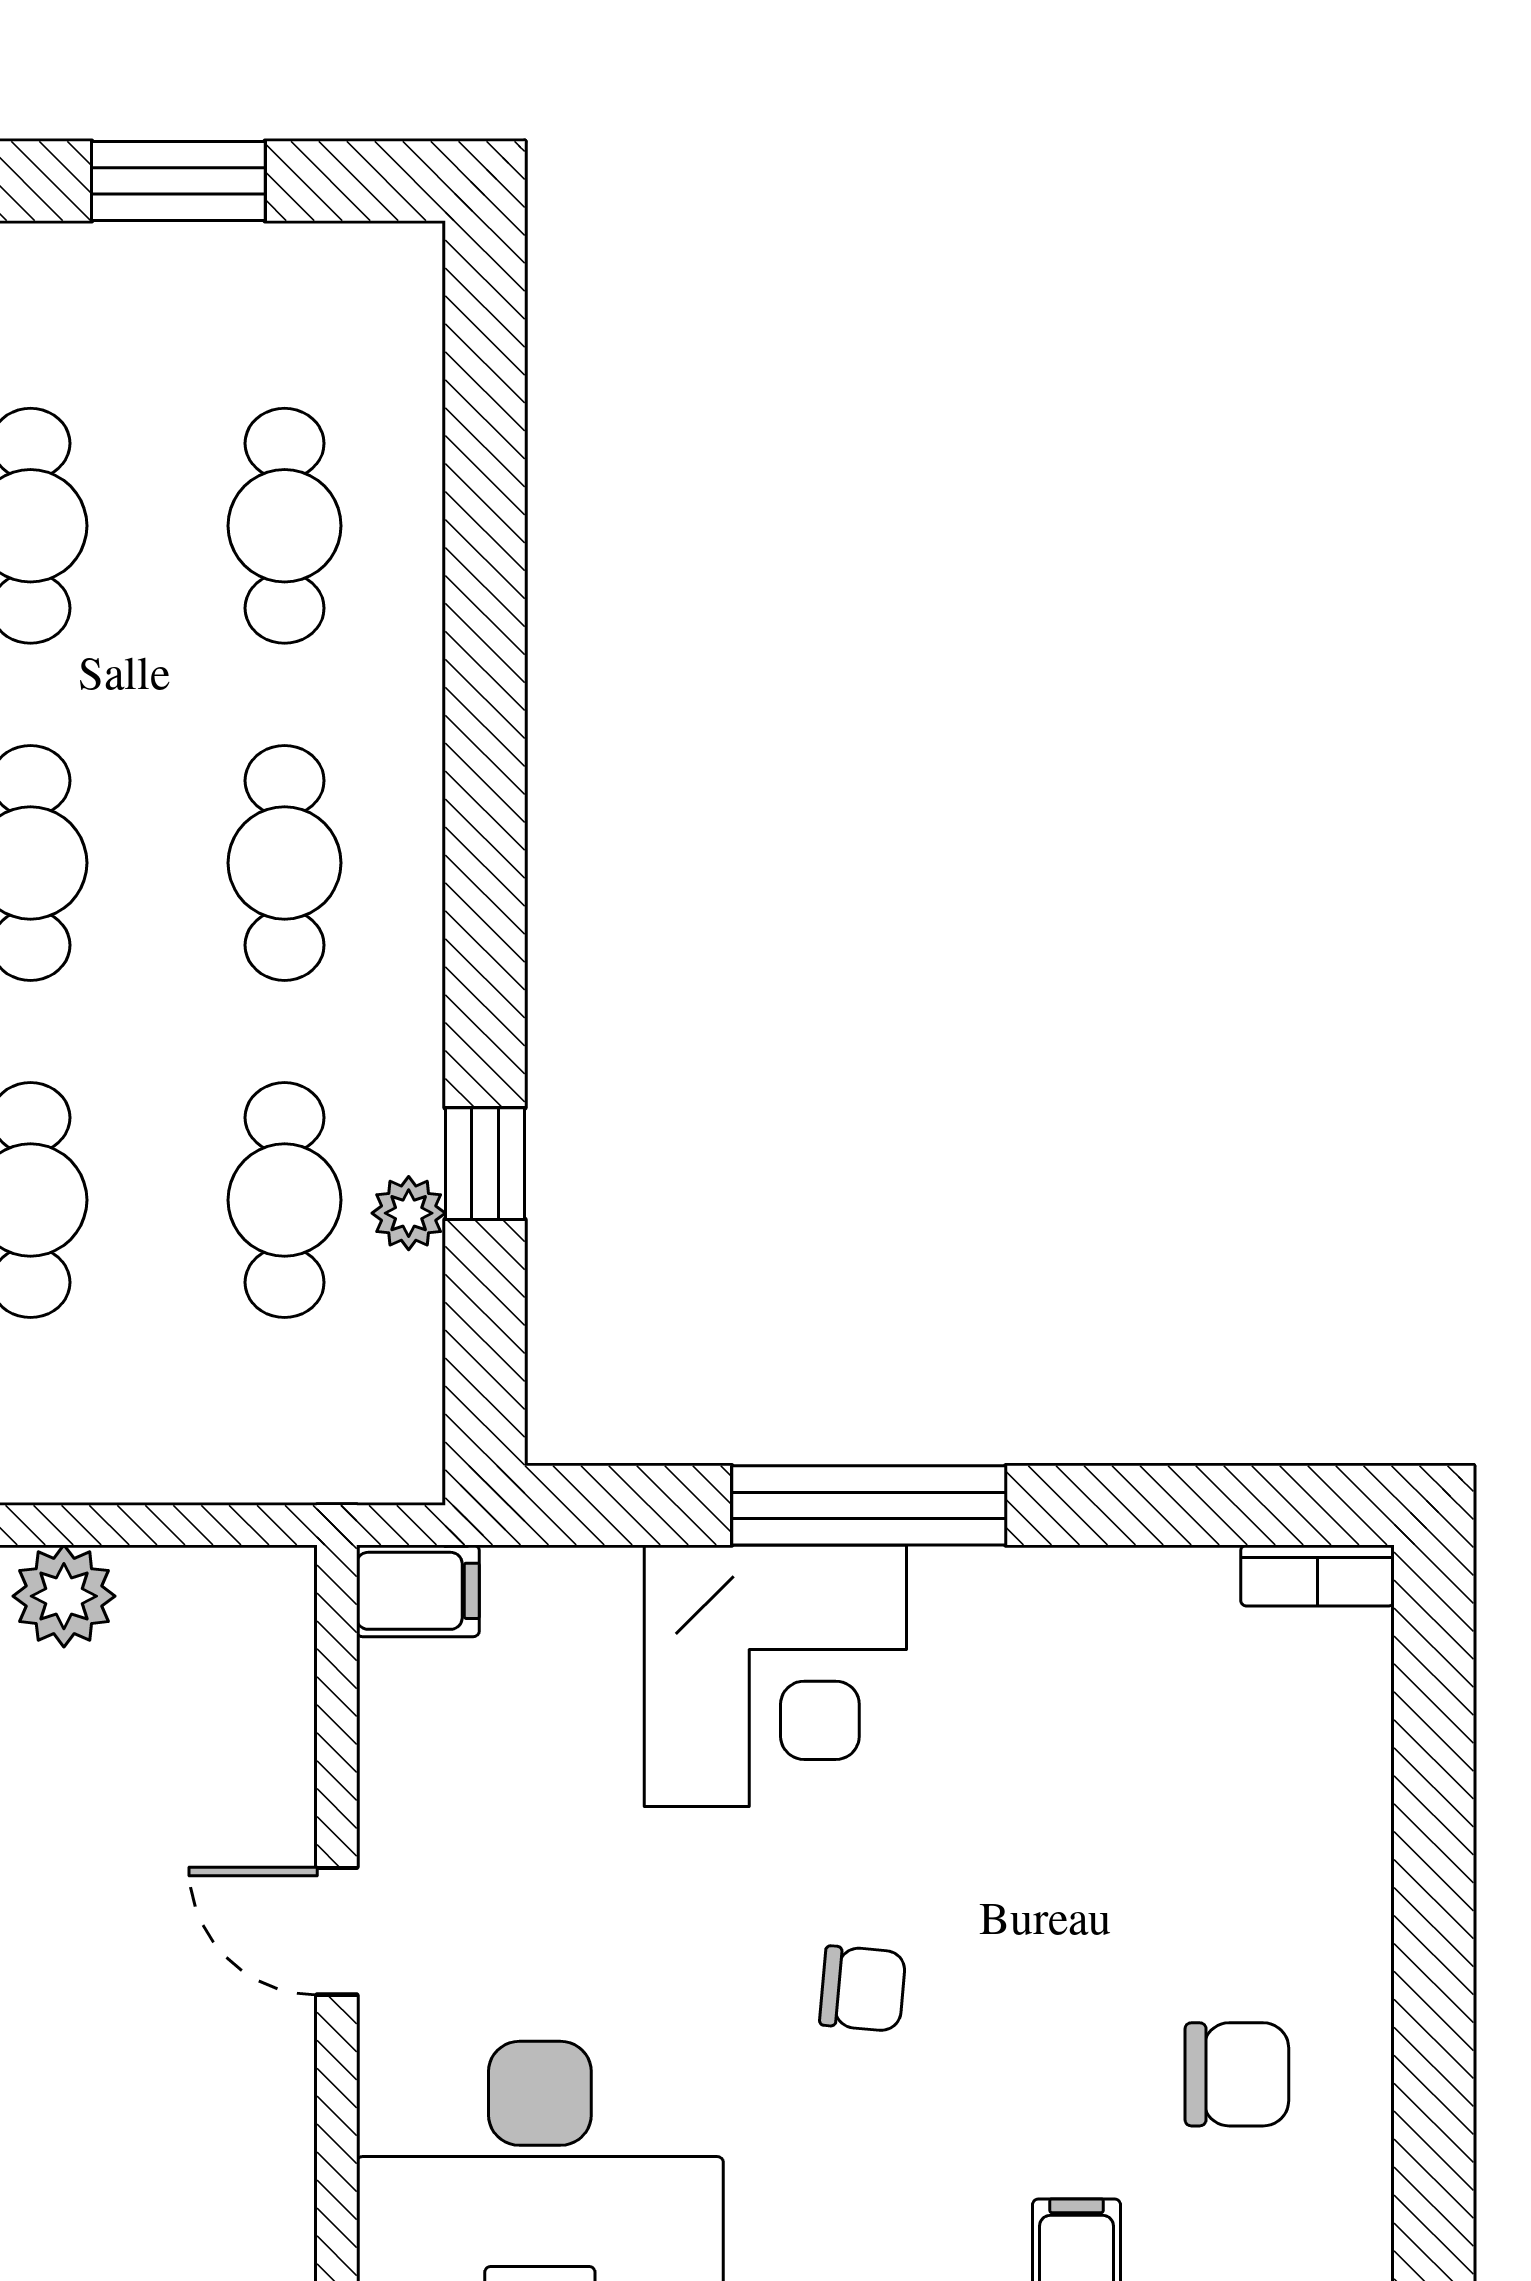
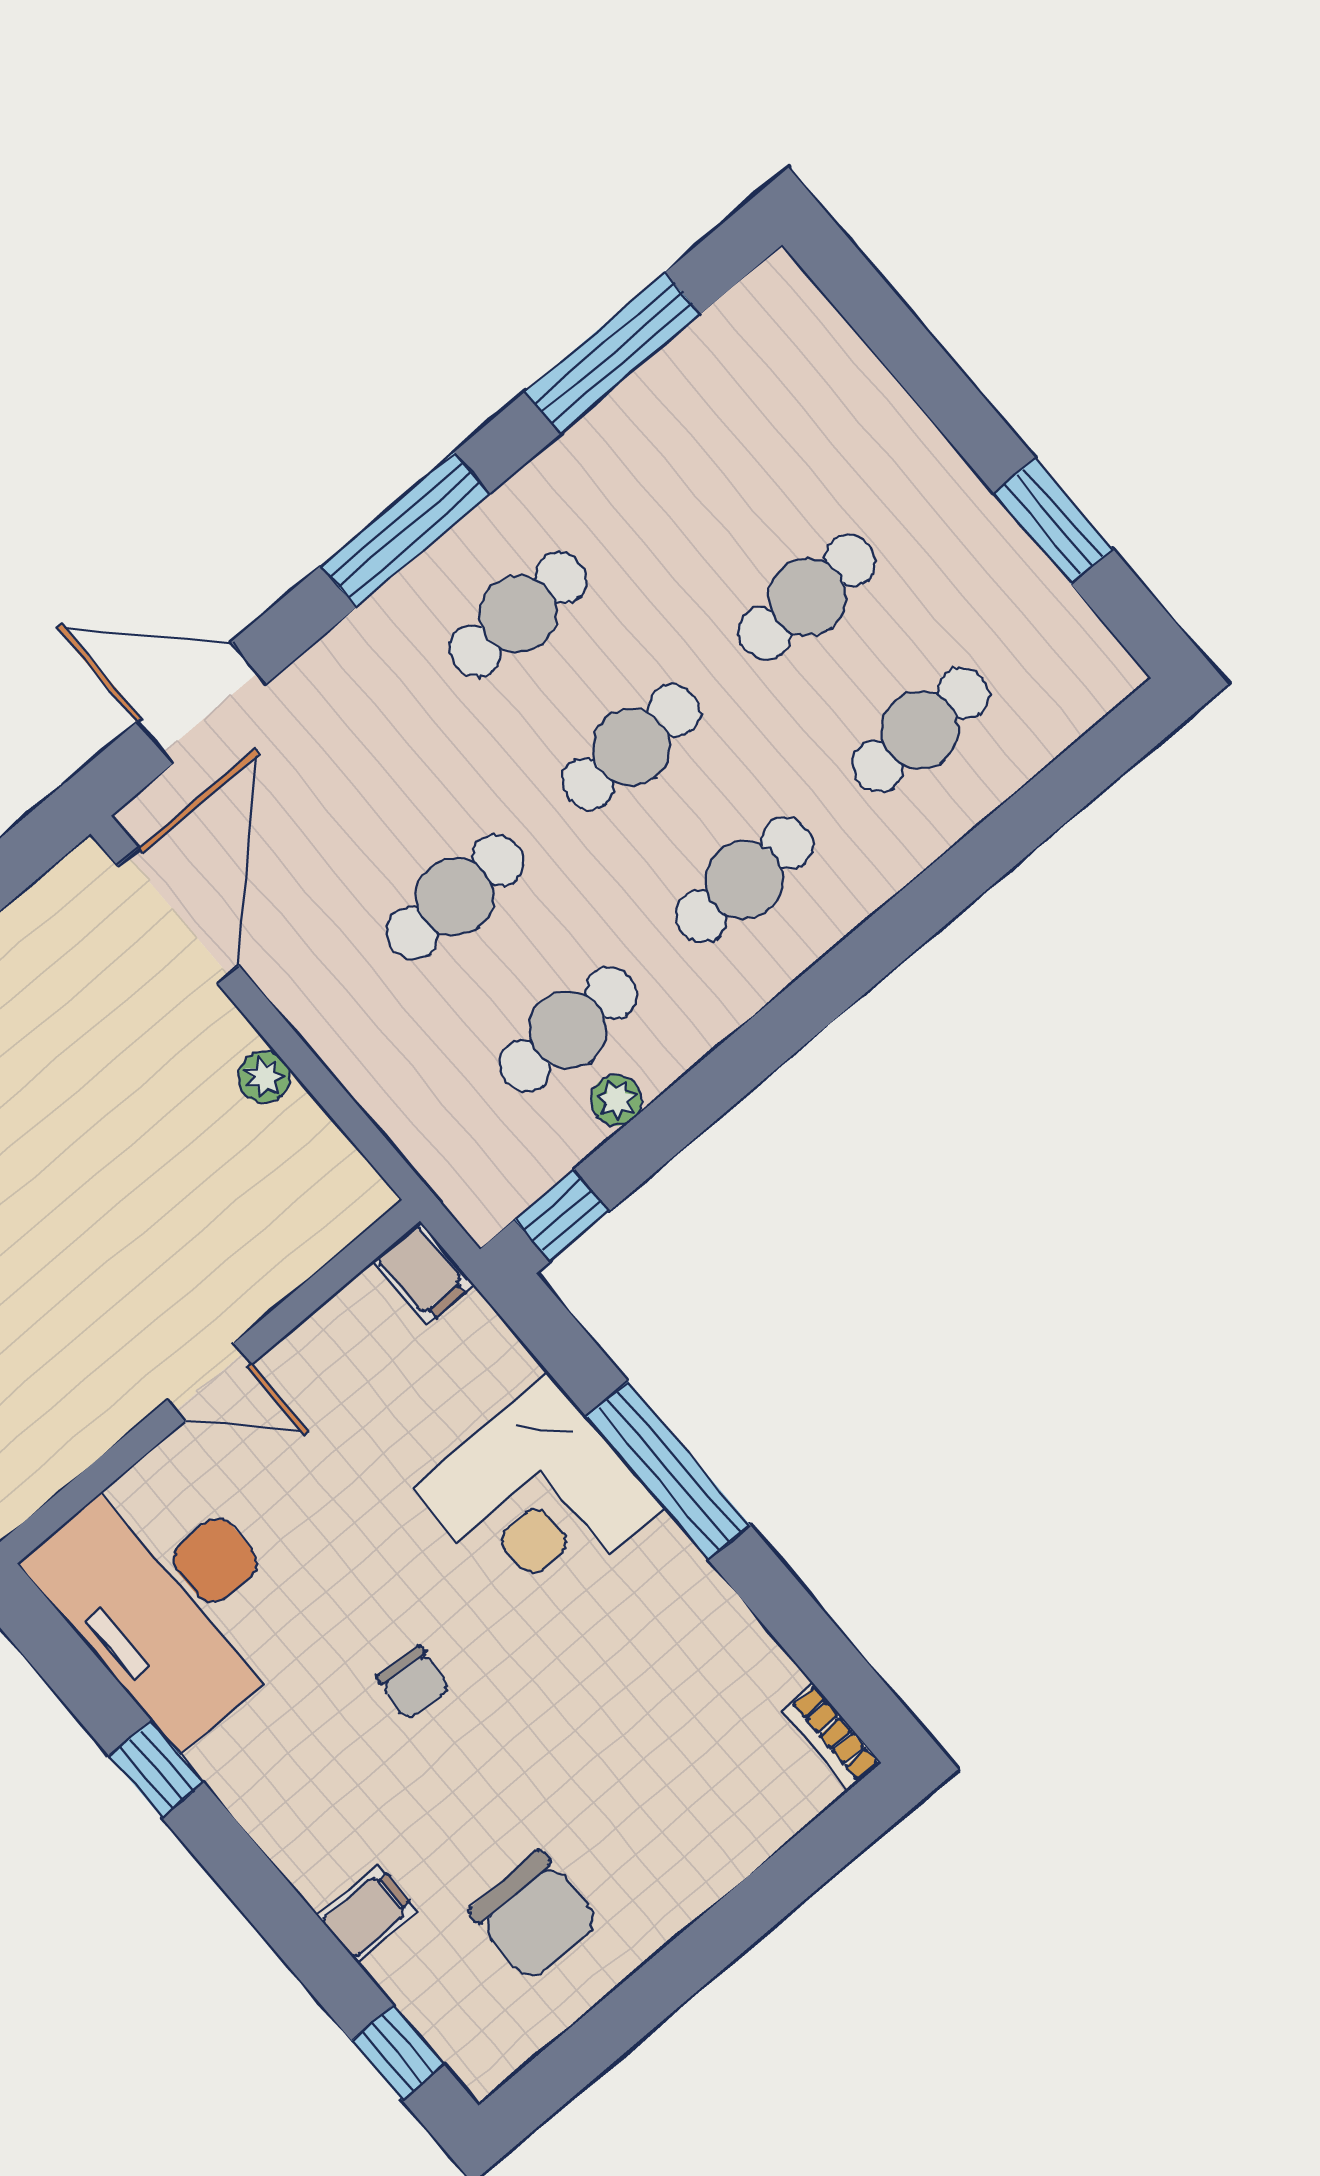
window: (485, 1164) -> (562, 1216), moved
plant: (64, 1596) -> (264, 1077), width x0.73, depth x0.73
door: (337, 1931) -> (209, 1382), swing flipped
chair: (1237, 2074) -> (535, 1916), width x1.37, depth x1.37

